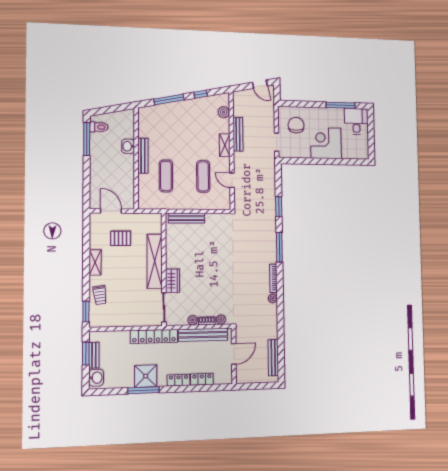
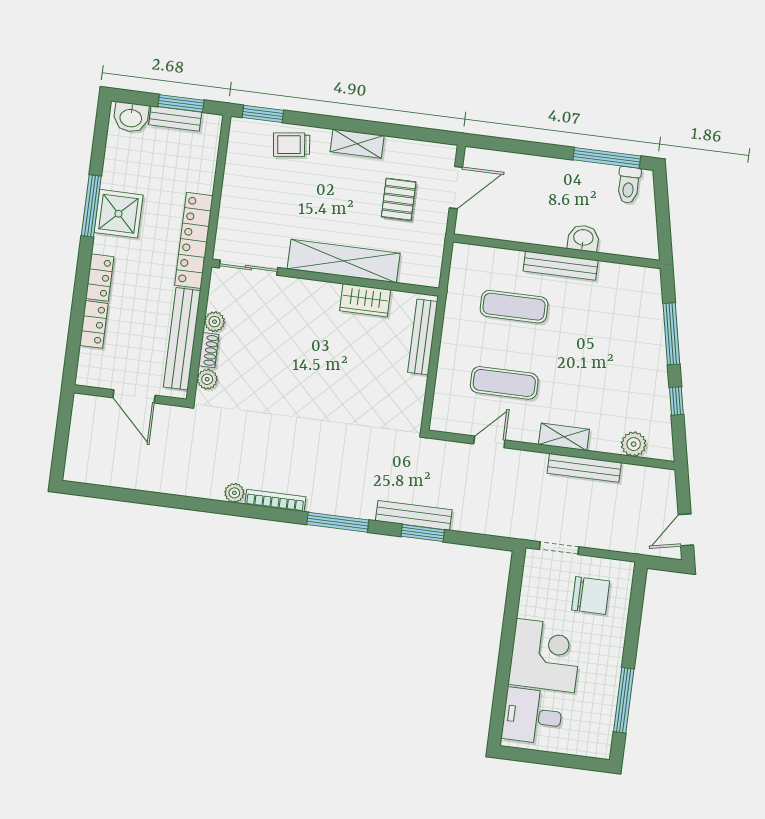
desk: (356, 121) -> (532, 716), moved, turned 180
wardrobe: (172, 281) -> (365, 300), moved
bench: (273, 358) -> (414, 515), moved

